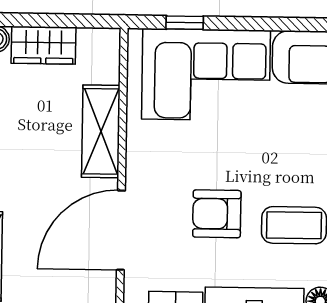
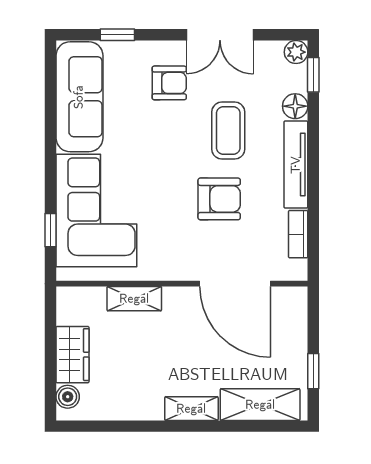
shelving: (101, 131) -> (134, 299), width x0.67, depth x0.75
armchair: (217, 214) -> (219, 199), turned -90

